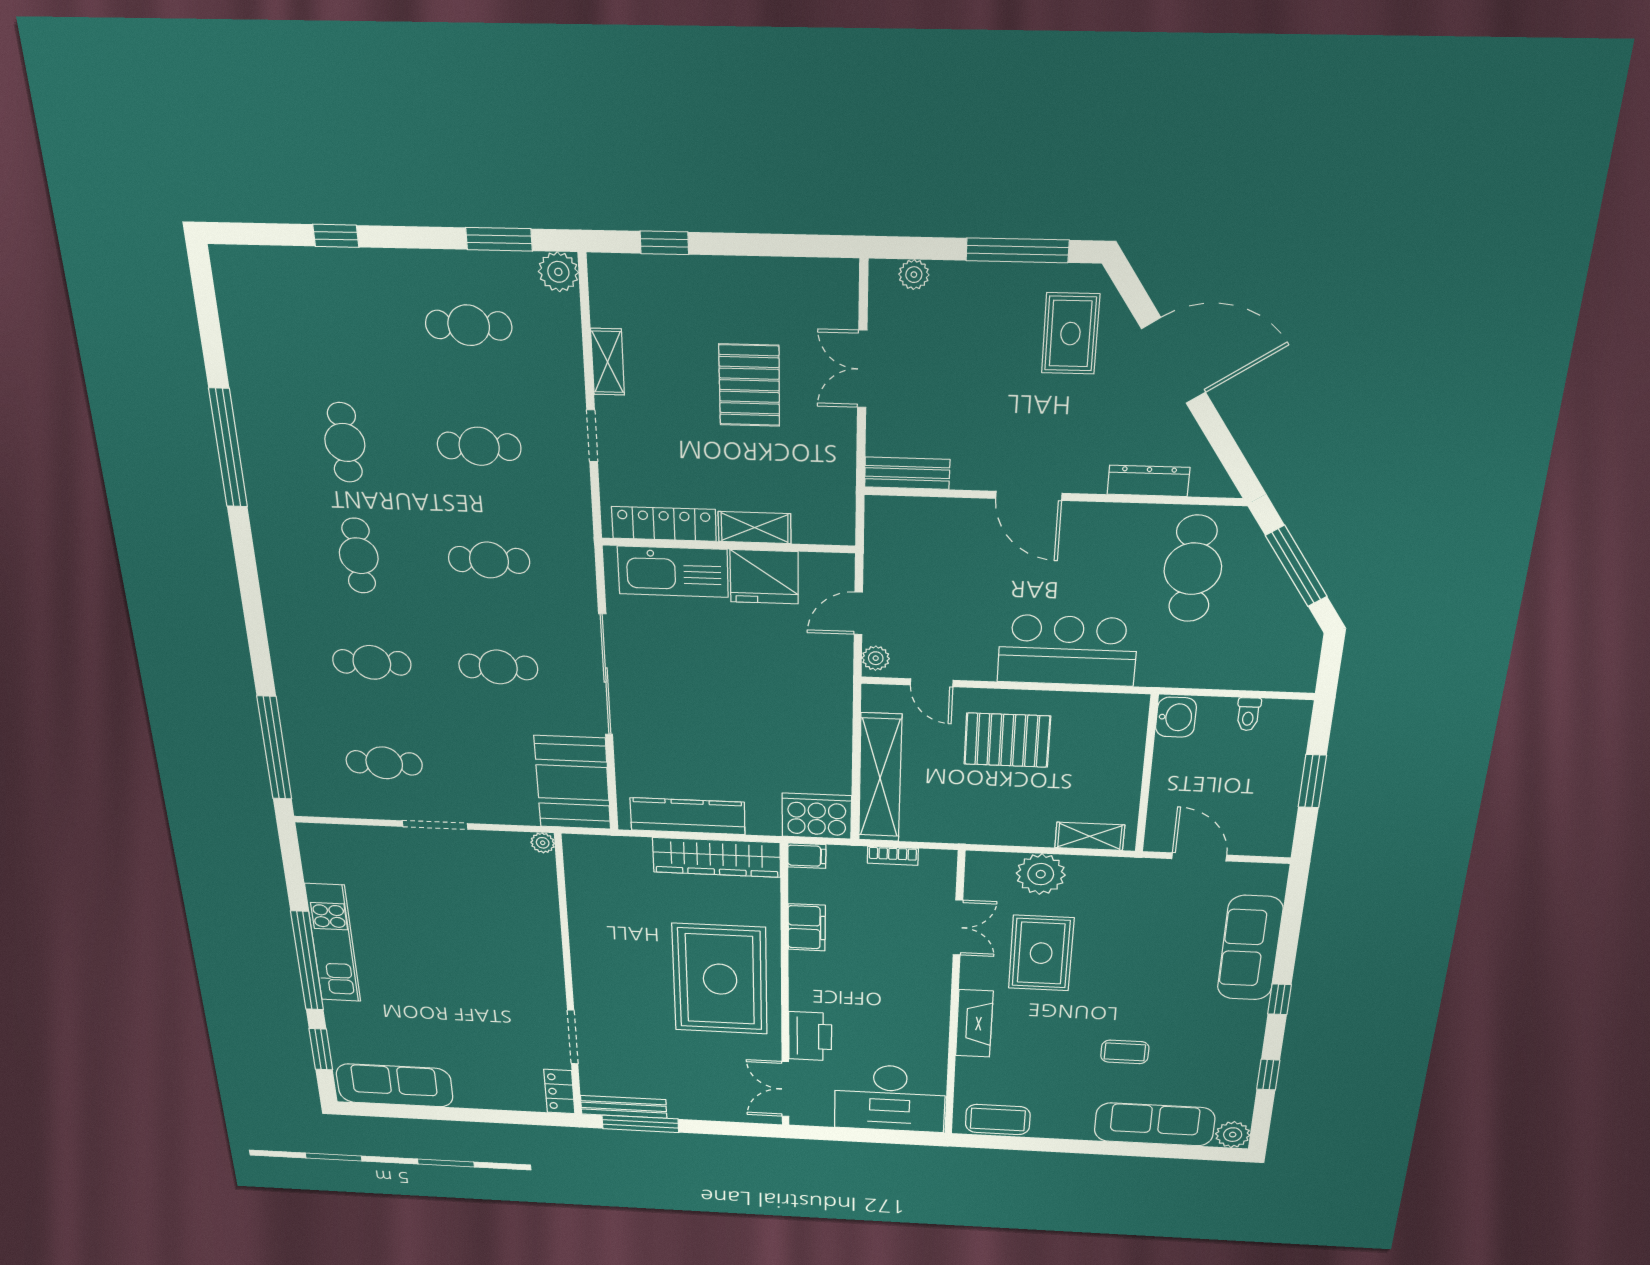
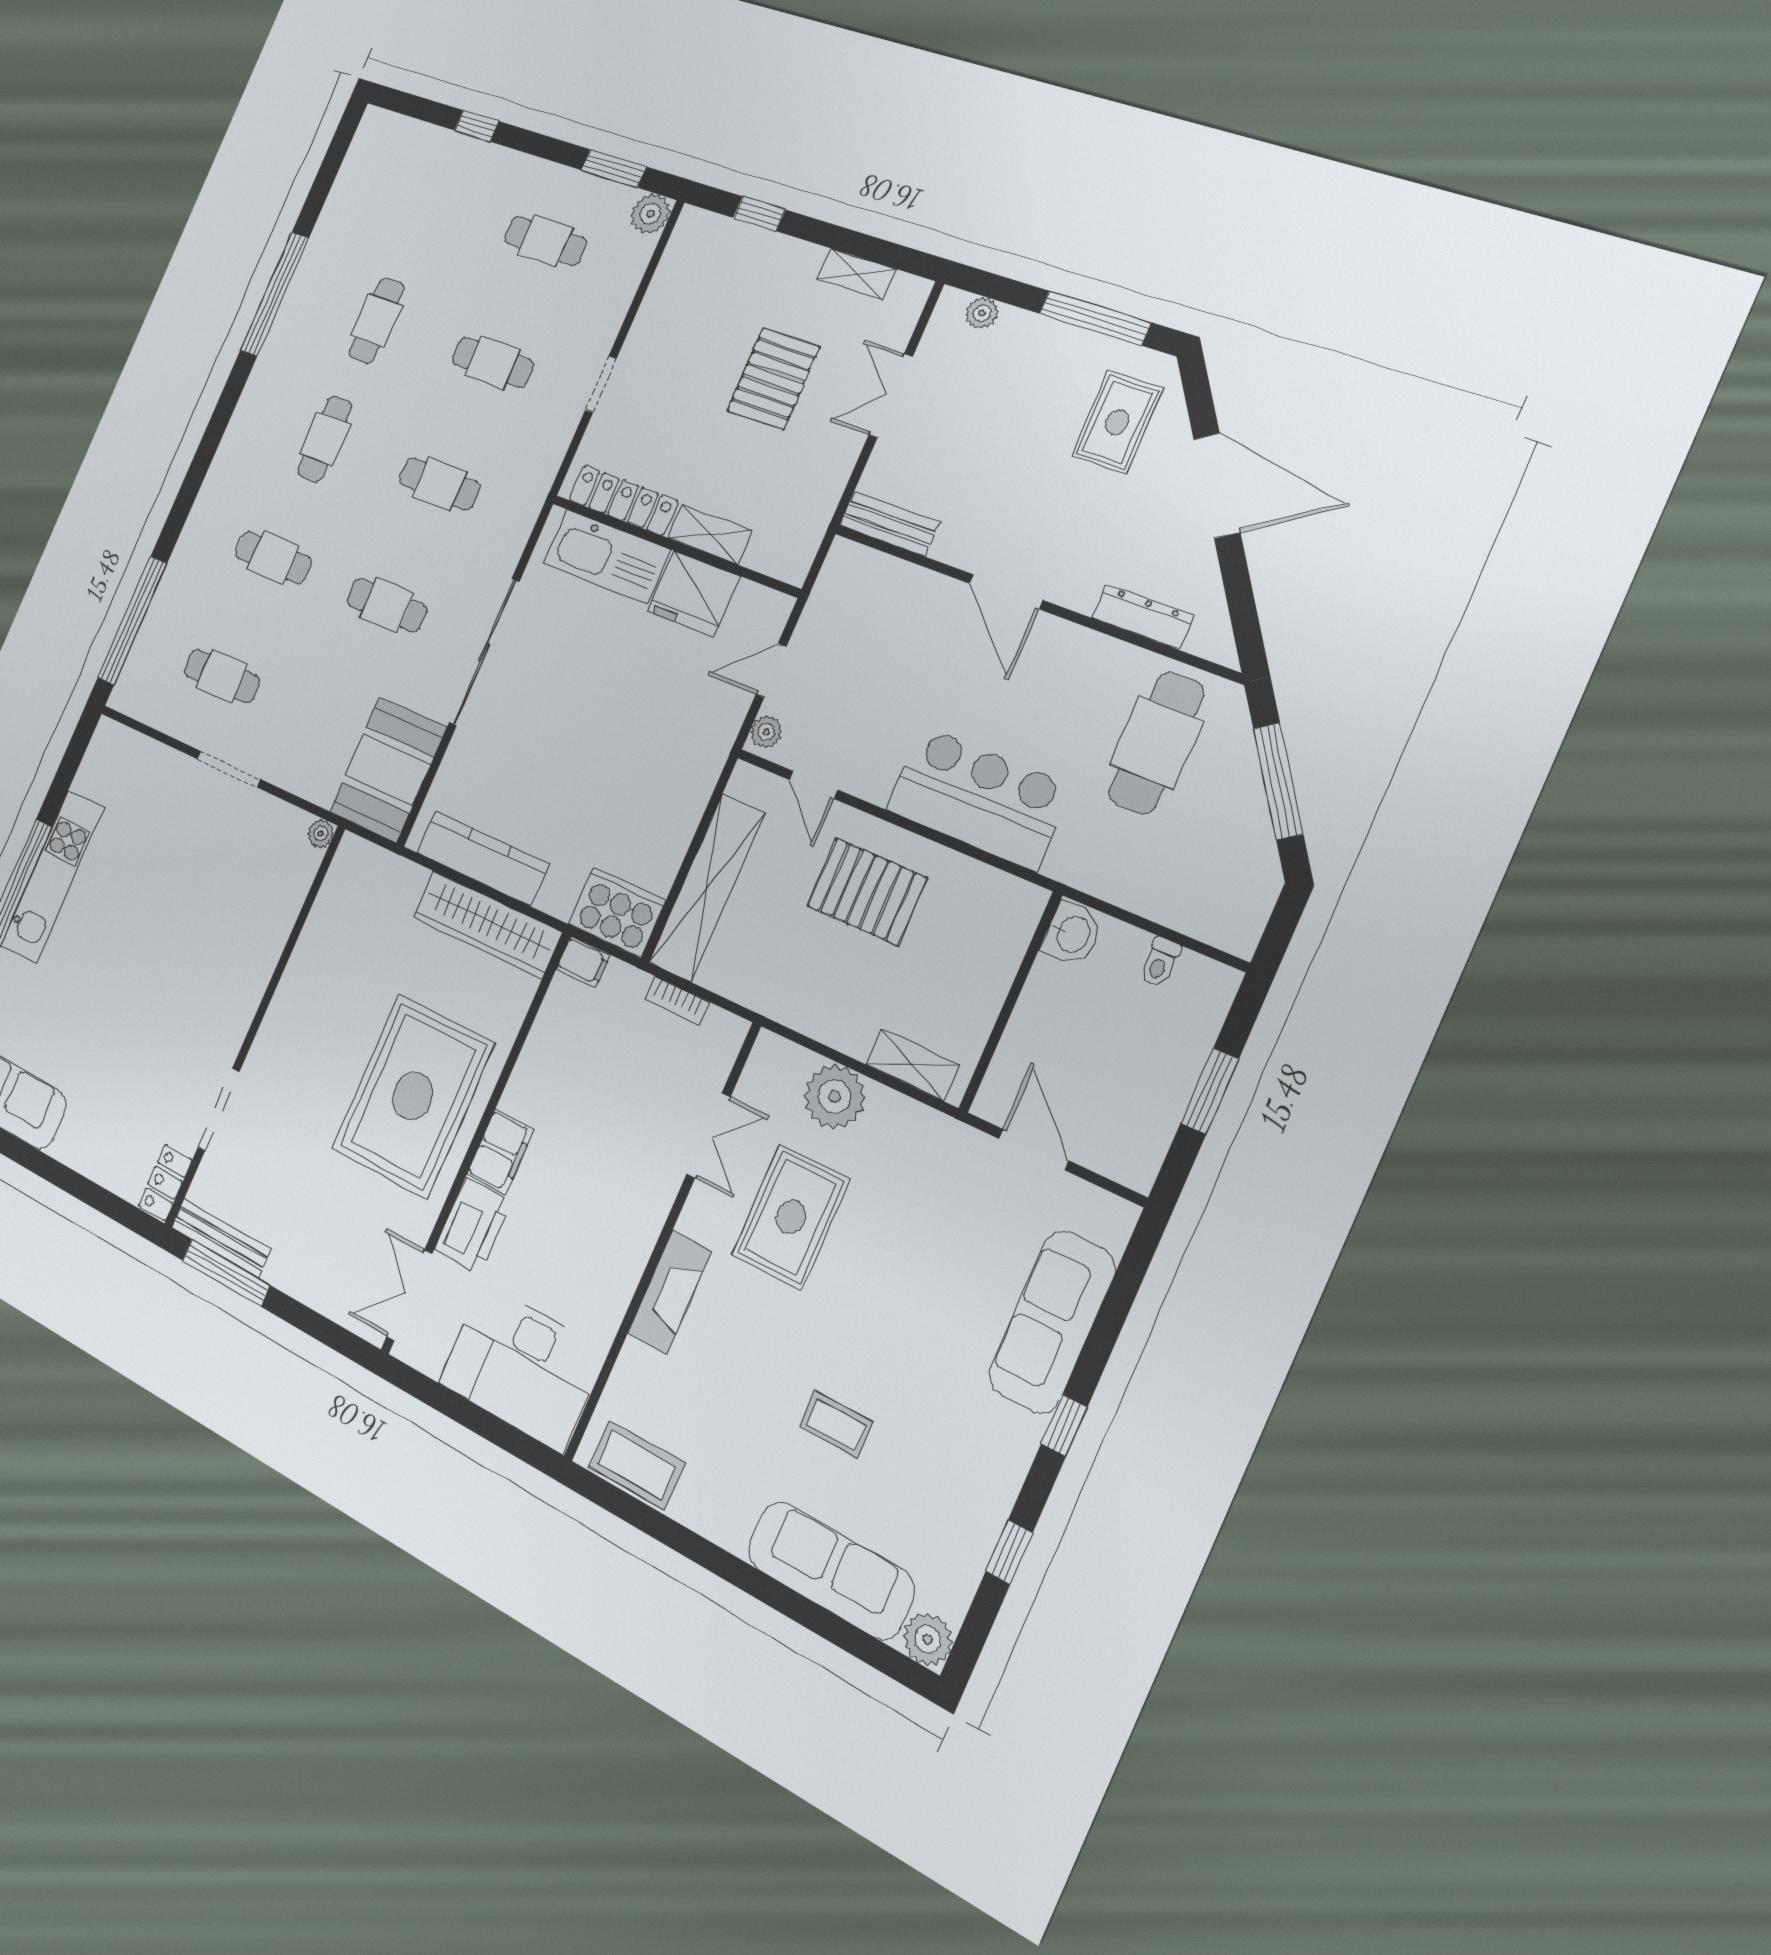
shelving: (608, 362) -> (857, 274), moved, turned 90
filing cabinet: (807, 927) -> (500, 1152), moved

